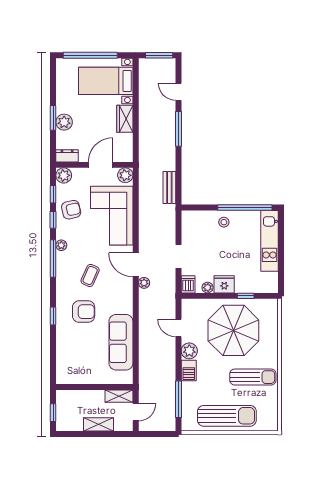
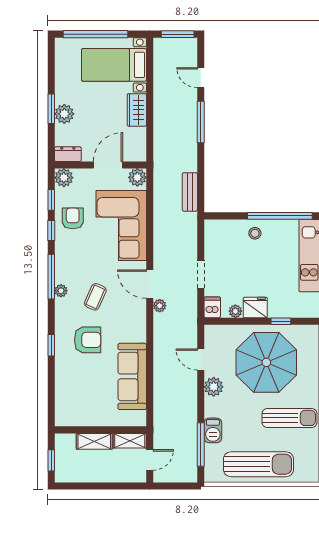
armchair: (71, 210) -> (73, 218), turned -77
plant: (61, 245) -> (61, 291), moved
barbecue: (189, 370) -> (213, 430), moved
shelving: (98, 424) -> (94, 441), moved

